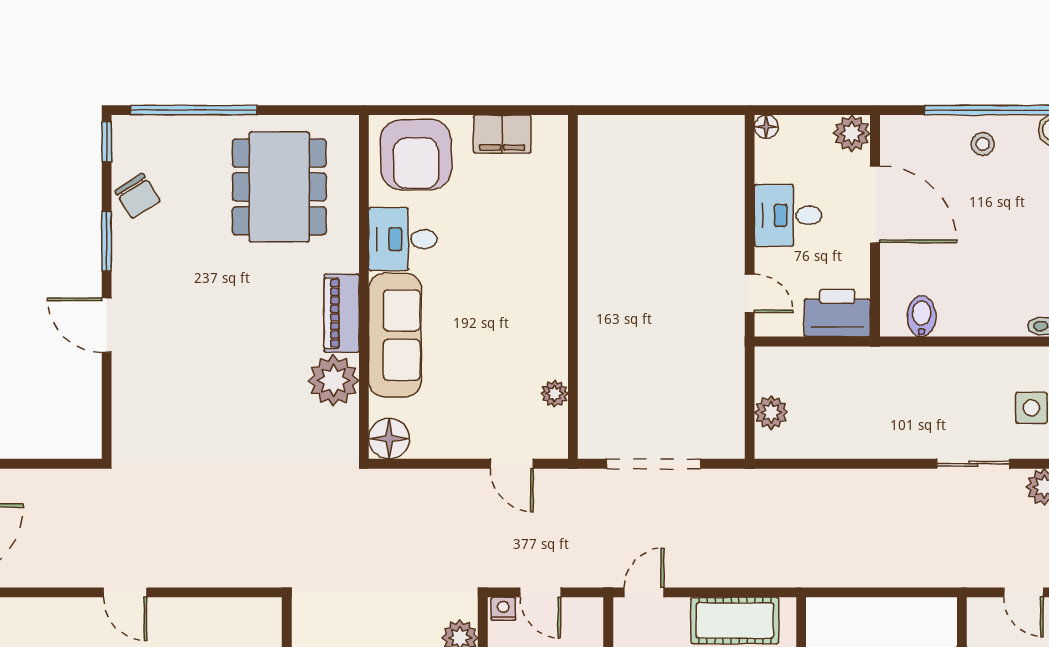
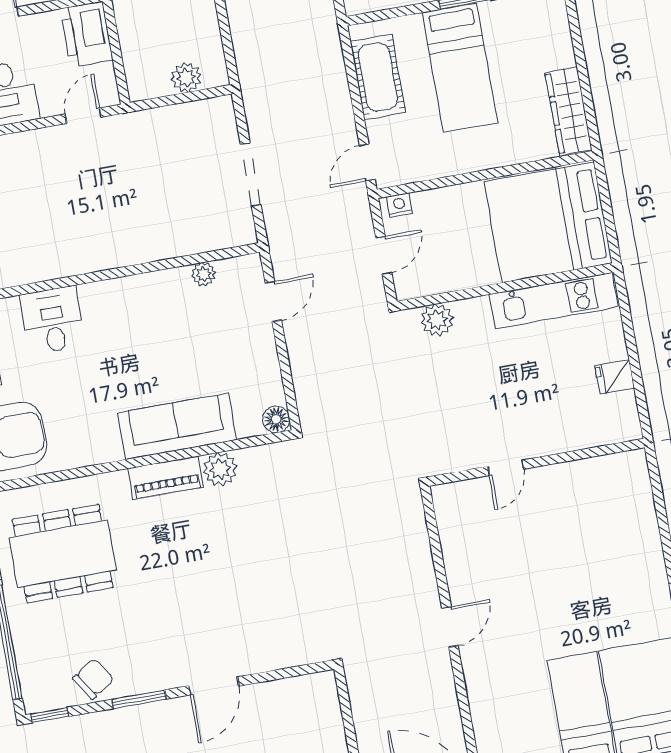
desk: (403, 239) -> (53, 320), moved, turned 180
plant: (334, 380) -> (220, 469), width x0.73, depth x0.73
floor lamp: (389, 439) -> (276, 419), width x0.73, depth x0.73
doorway: (653, 464) -> (251, 175), width x0.73
door: (644, 592) -> (367, 162), hinge flipped
nightstand: (503, 609) -> (399, 205), moved, turned 90

